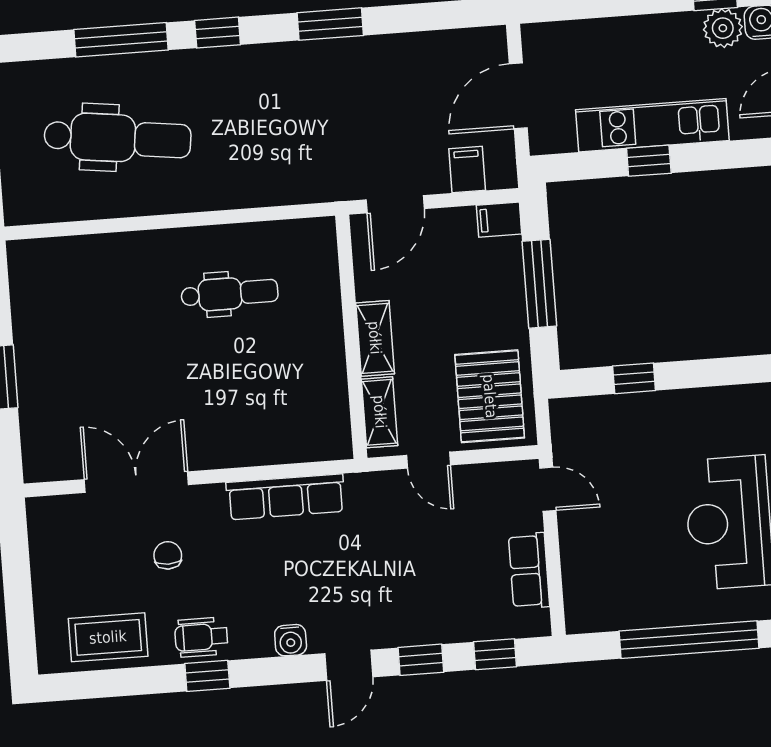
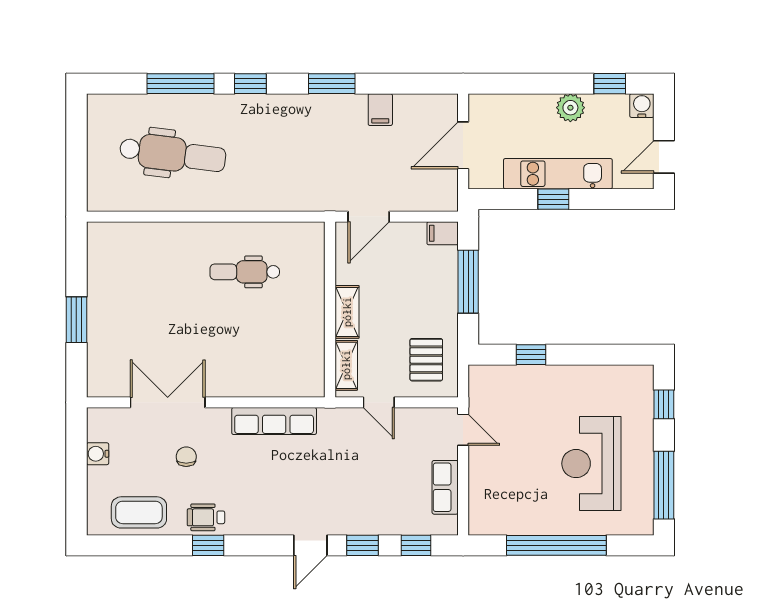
plant: (723, 28) -> (570, 108), moved
filing cabinet: (467, 170) -> (380, 110), moved, turned 180
dental chair: (230, 294) -> (245, 272), turned 180
pallet: (490, 396) -> (426, 360), width x0.67, depth x0.71
water cooler: (291, 640) -> (98, 454), moved, turned 90

